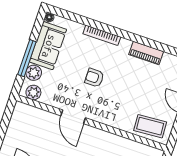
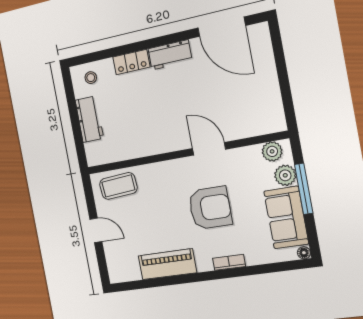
bookcase: (102, 35) -> (229, 262), width x0.64
piano: (146, 53) -> (167, 264), width x1.37, depth x1.33
armchair: (94, 78) -> (210, 208), width x1.88, depth x1.88

